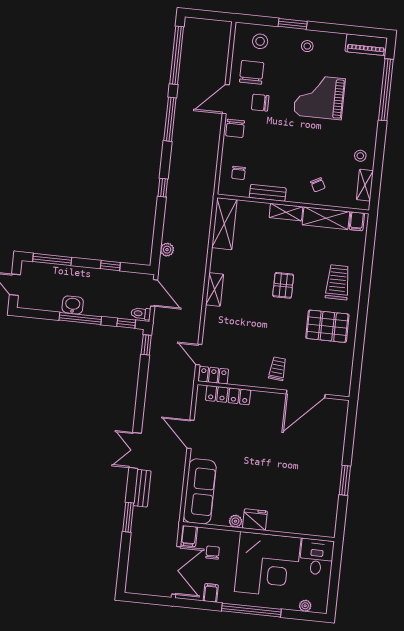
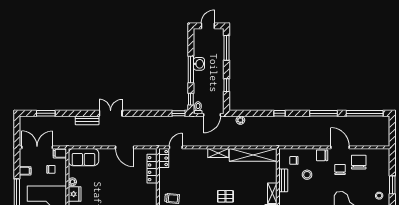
stool: (260, 41) -> (307, 175), moved
chair: (252, 72) -> (359, 162), turned -90
shelving: (224, 224) -> (253, 155), width x1.47
door: (190, 434) -> (125, 147), swing flipped
sofa: (200, 491) -> (83, 157), width x0.73
window: (128, 517) -> (46, 113), moved
double door: (176, 570) -> (37, 147), swing flipped

